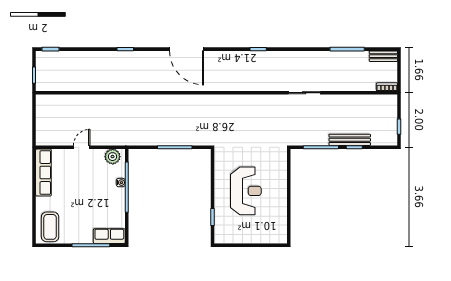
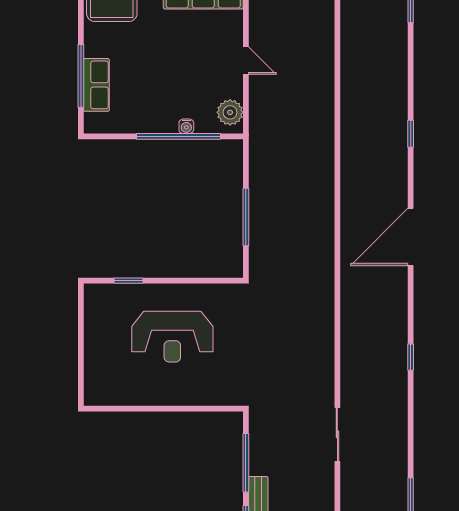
row of seats: (109, 236) -> (96, 85), moved

